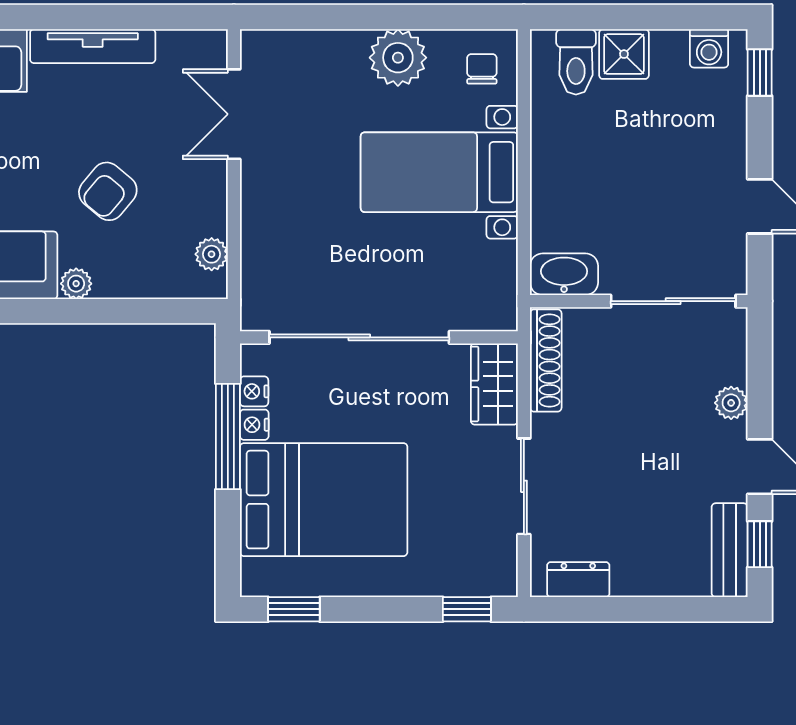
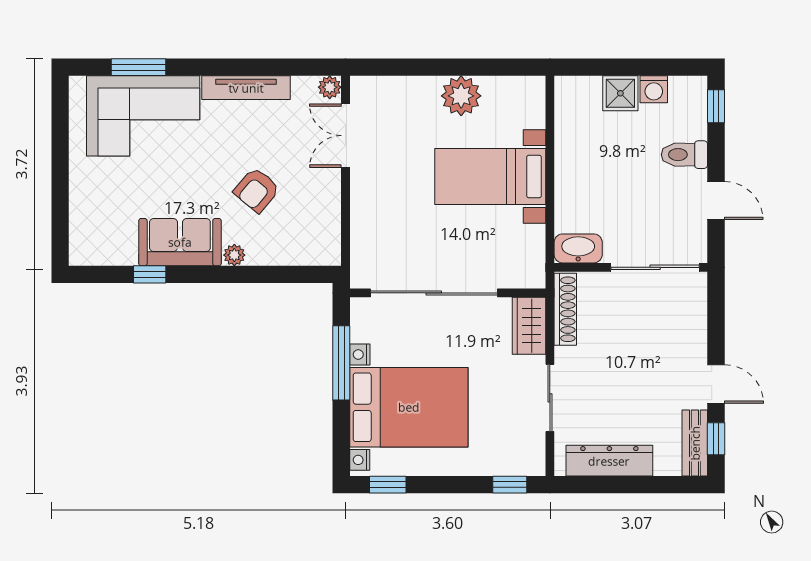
washing machine: (709, 48) -> (654, 89), moved
toilet: (576, 62) -> (684, 155), moved, turned 90
chair: (482, 69) -> (520, 104), removed
plant: (212, 254) -> (330, 87), moved
nightstand: (254, 391) -> (360, 460), moved
plant: (731, 403) -> (696, 339), removed
dresser: (578, 580) -> (609, 461), width x1.96, depth x1.24

